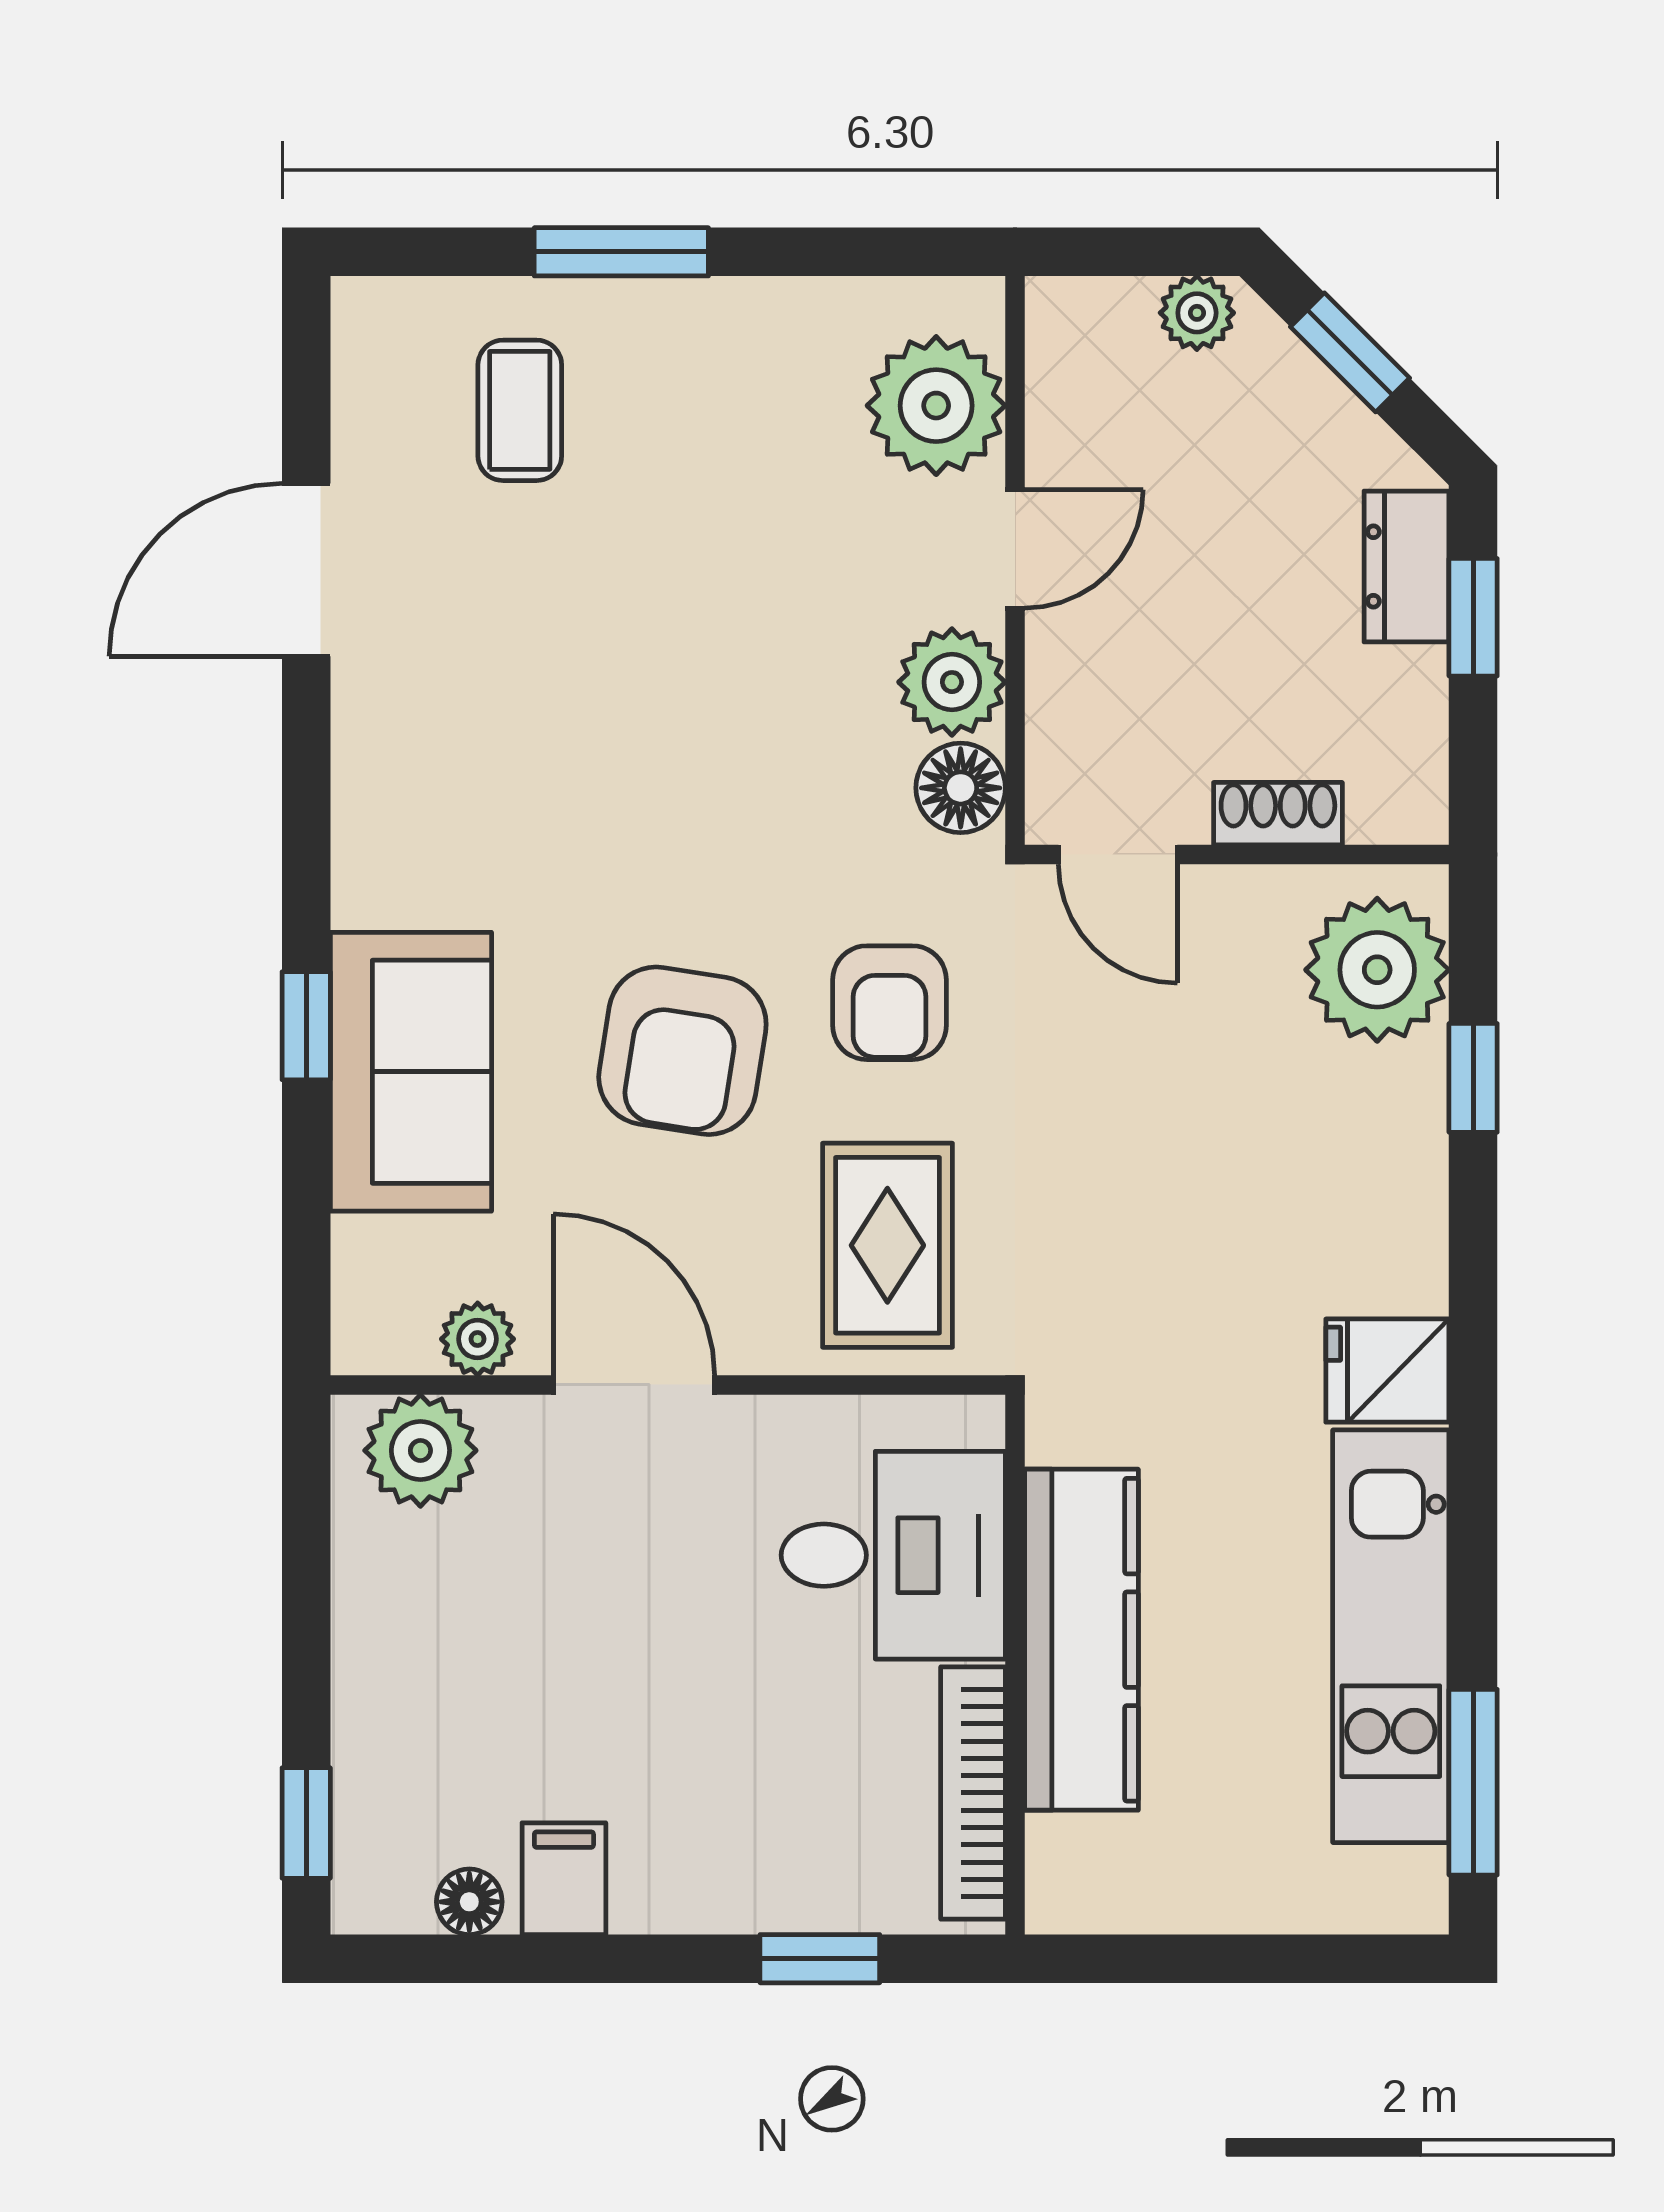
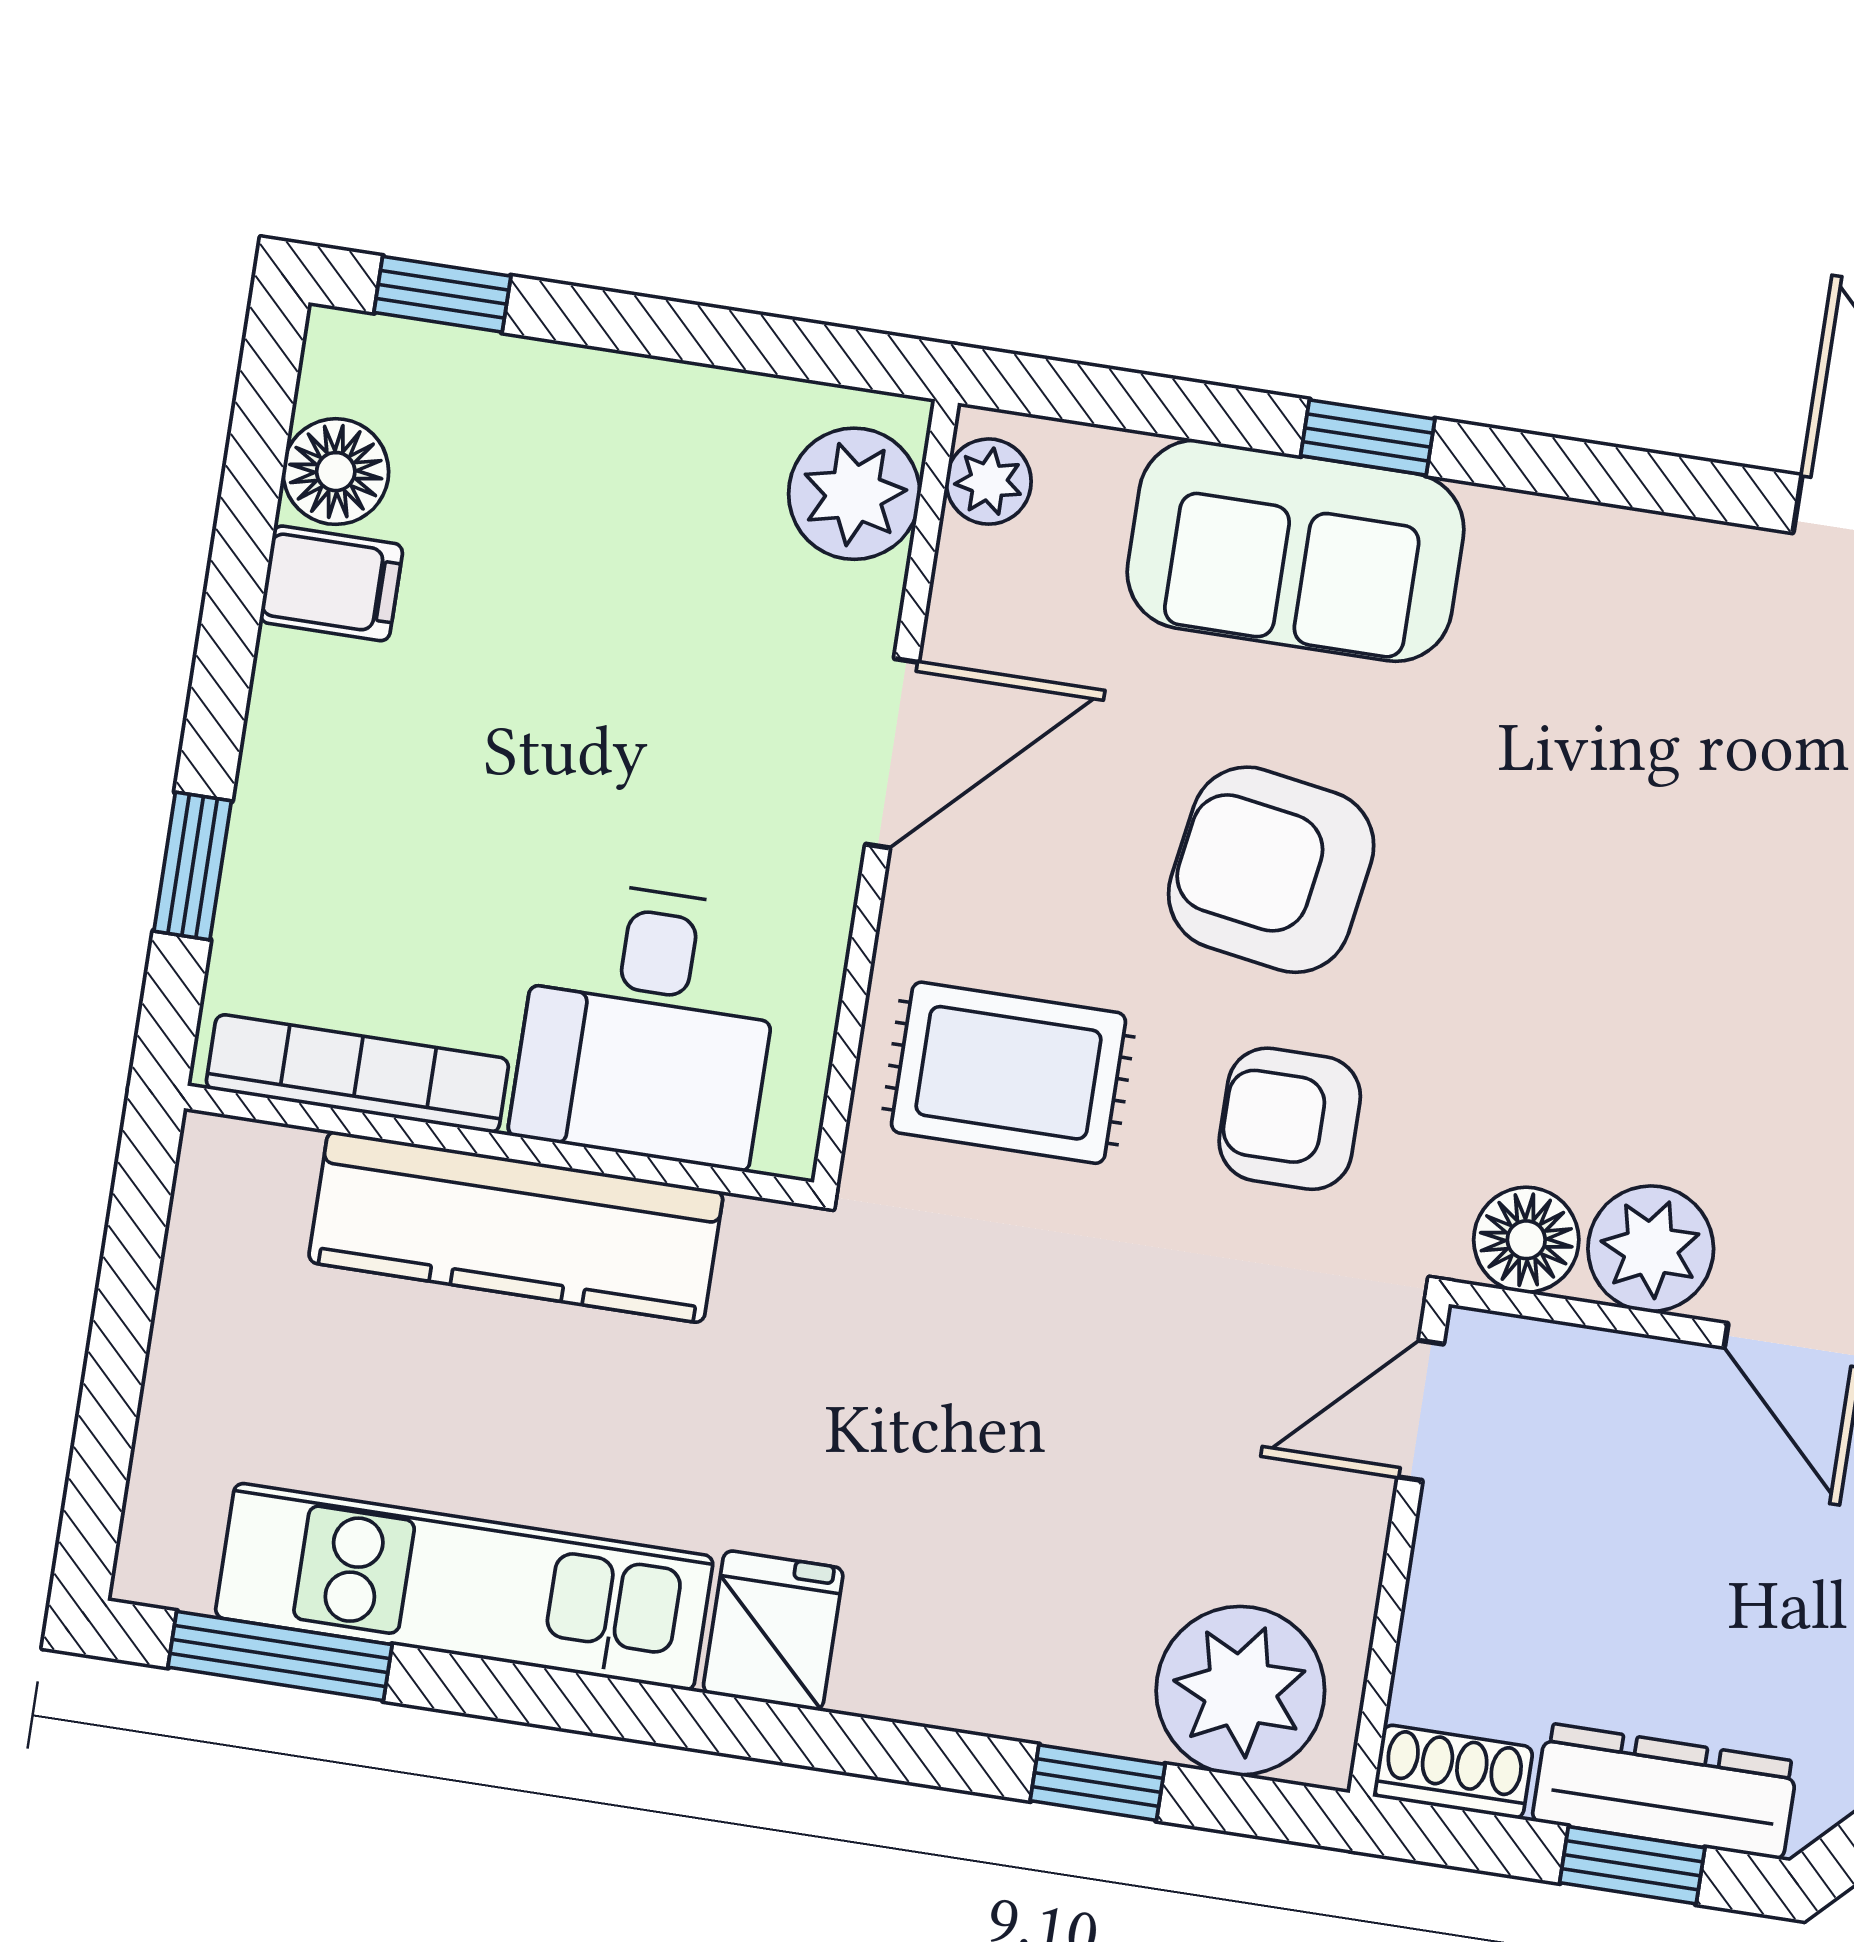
dresser: (1406, 566) -> (1665, 1791), width x1.44
shoe rack: (1278, 814) -> (1453, 1772), moved, turned -90
plant: (478, 1339) -> (989, 482), moved
floor lamp: (469, 1902) -> (336, 472), width x1.37, depth x1.37

